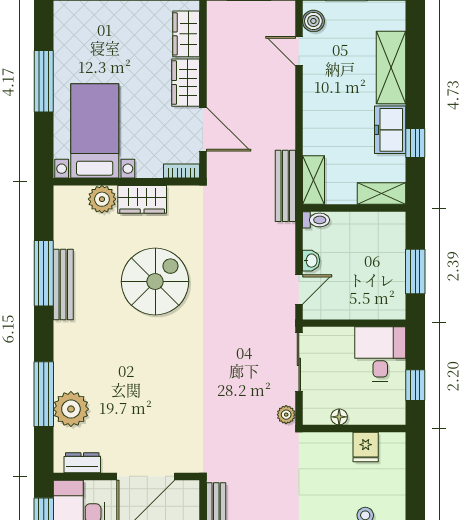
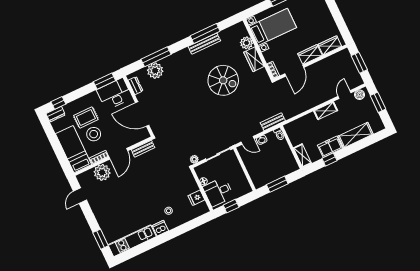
shelving: (314, 180) -> (326, 111), moved
bench: (285, 186) -> (273, 122), moved, width x0.73
desk: (380, 354) -> (218, 192), moved, turned 180

